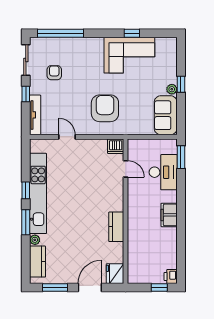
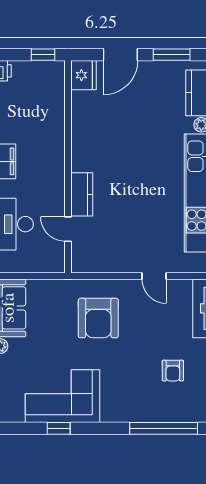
dishwasher: (116, 146) -> (83, 262), removed
kitchen counter: (116, 227) -> (82, 194), moved
window: (159, 287) -> (43, 55), moved

